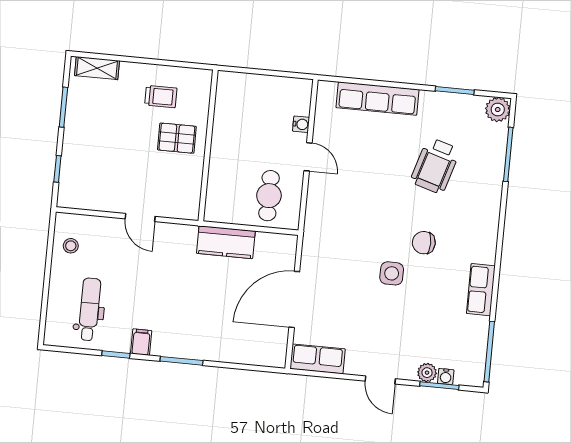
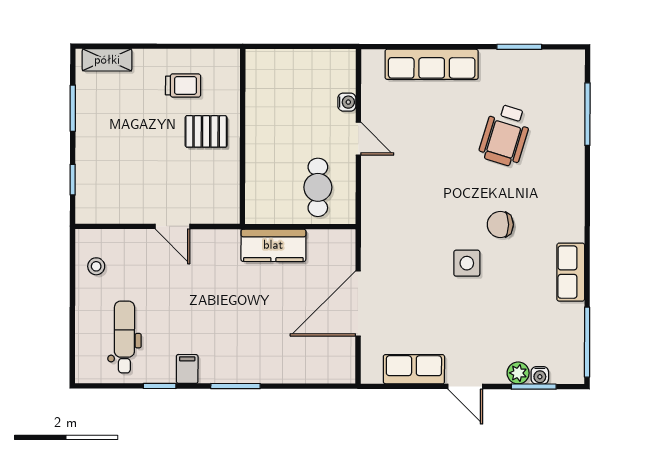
plant: (498, 109) -> (571, 64), removed
row of seats: (318, 359) -> (414, 369), moved

